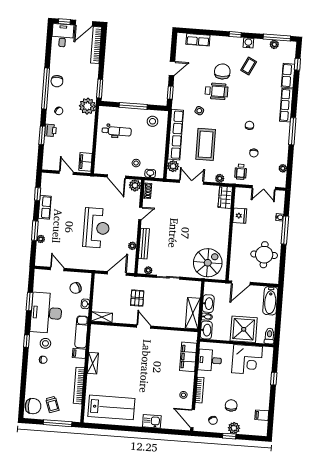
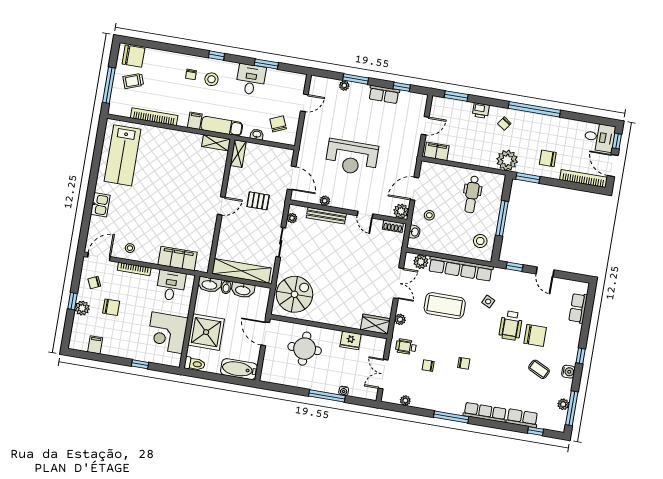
chair: (57, 81) -> (548, 158), moved
window: (42, 135) -> (456, 96), moved
round table: (264, 255) -> (305, 349), moved
spiral stairs: (208, 263) -> (295, 294), turned -90
desk: (46, 313) -> (251, 79), width x0.53, depth x0.77
shelving: (193, 313) -> (241, 271), width x1.47
shelving: (93, 363) -> (216, 143), moved
chair: (33, 406) -> (133, 56), turned -90

